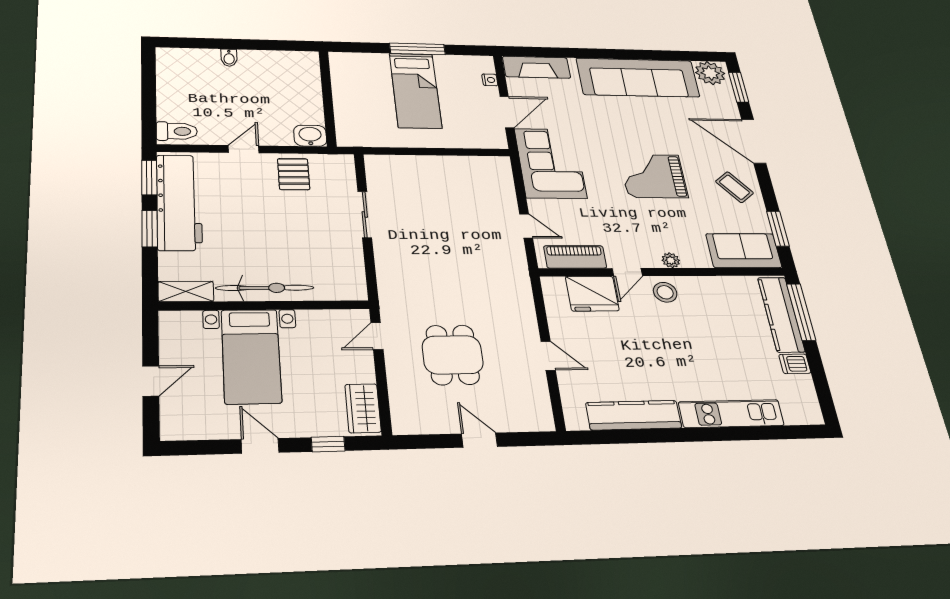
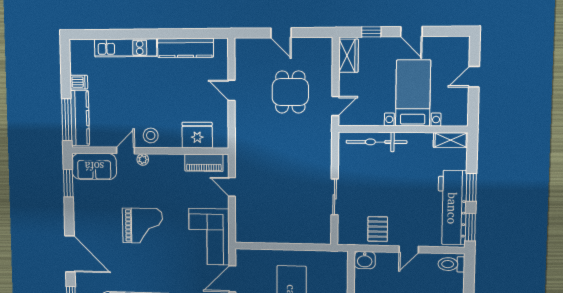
coffee table: (734, 187) -> (90, 216), removed
door: (627, 272) -> (126, 150), moved
bicycle: (265, 288) -> (376, 142), moved

